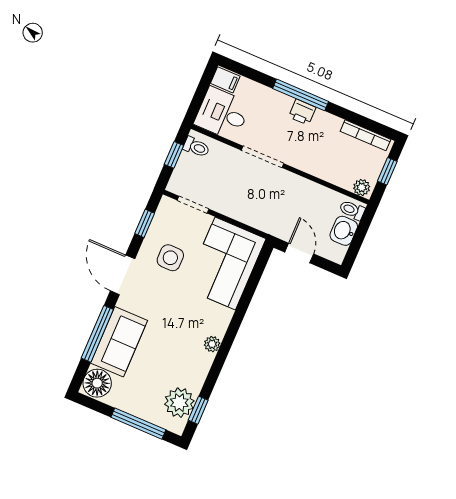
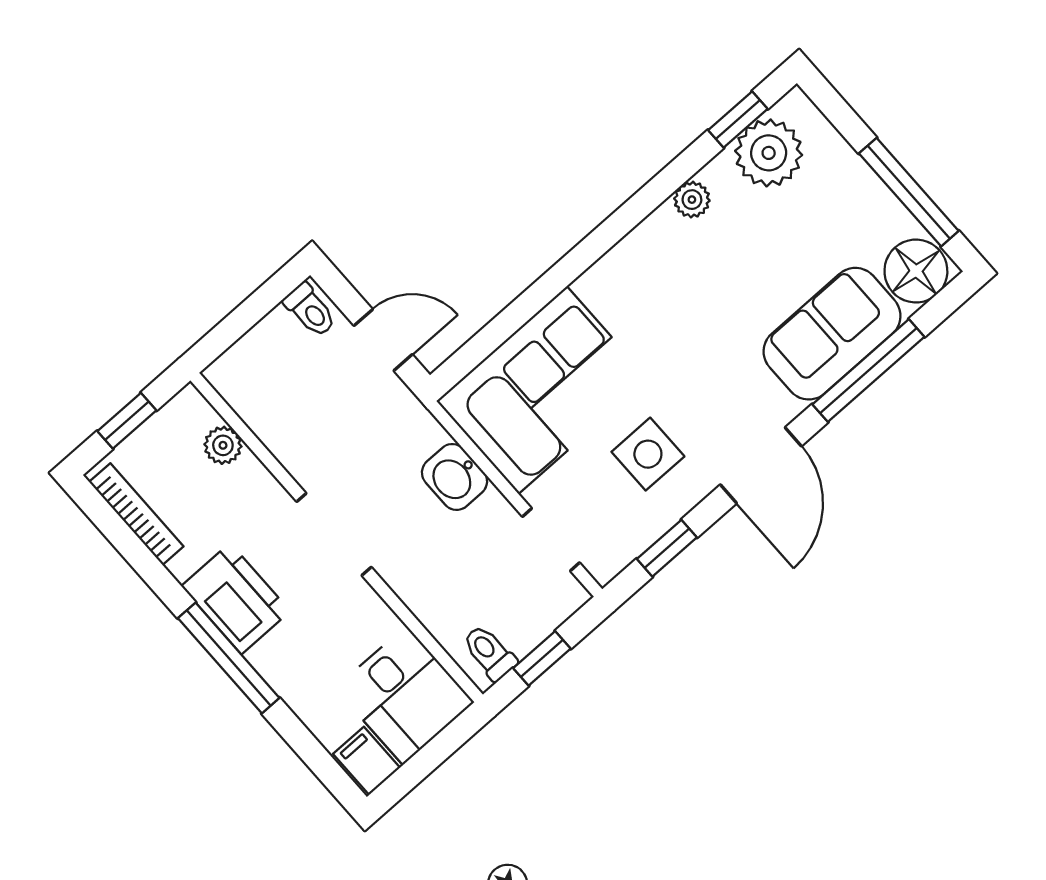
printer: (302, 112) -> (236, 599), width x1.87, depth x1.48
doorway: (263, 157) -> (334, 534), moved
plant: (362, 187) -> (223, 445), moved
toilet: (352, 210) -> (310, 310), moved
washbasin: (344, 231) -> (454, 477), moved, turned 90
door: (299, 253) -> (383, 340), swing flipped
plant: (212, 344) -> (692, 200), moved
window: (138, 424) -> (909, 192), moved

